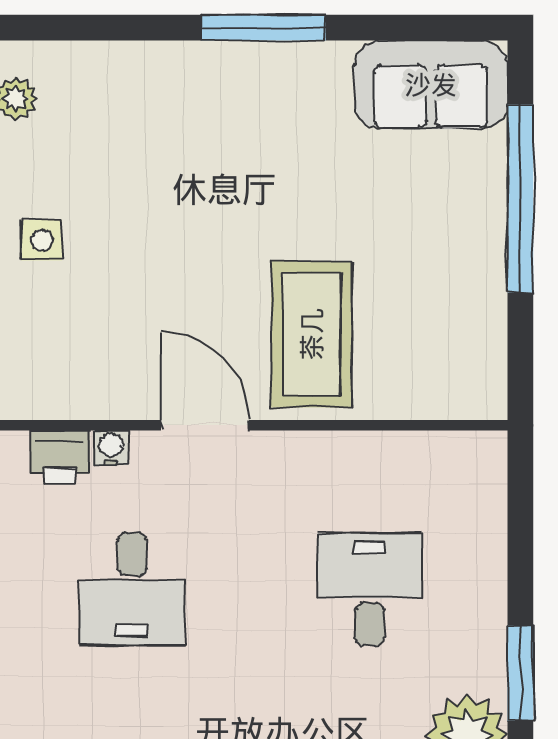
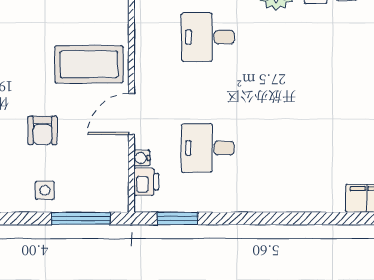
armchair: (170, 235) -> (43, 130), added
desk: (132, 589) -> (208, 148), turned 180

